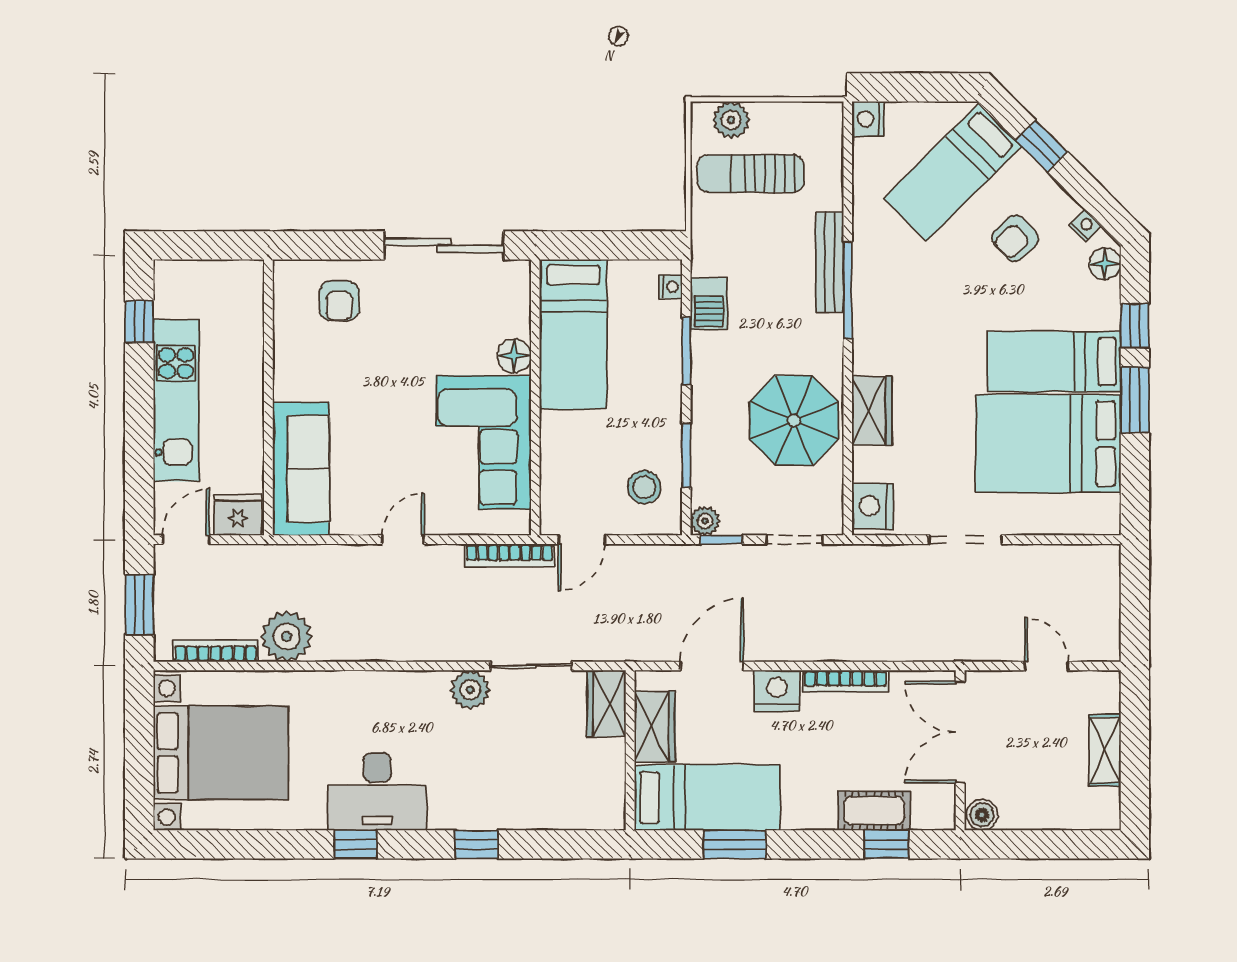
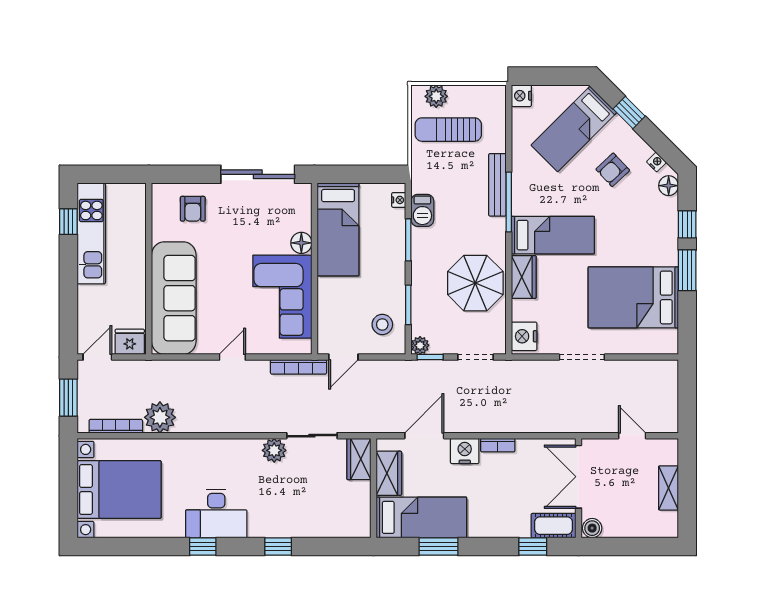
bed: (1054, 362) -> (553, 235), moved, turned 180
kitchen unit: (176, 400) -> (91, 234), moved
sofa: (301, 469) -> (174, 298), width x1.36, depth x1.27
bookcase: (846, 681) -> (498, 445), width x0.64
cot: (874, 811) -> (554, 526), moved

